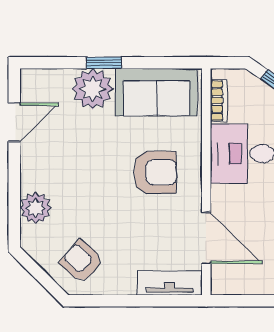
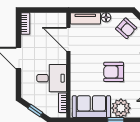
armchair: (155, 172) -> (114, 72), moved
floor lamp: (125, 285) -> (106, 17), added

